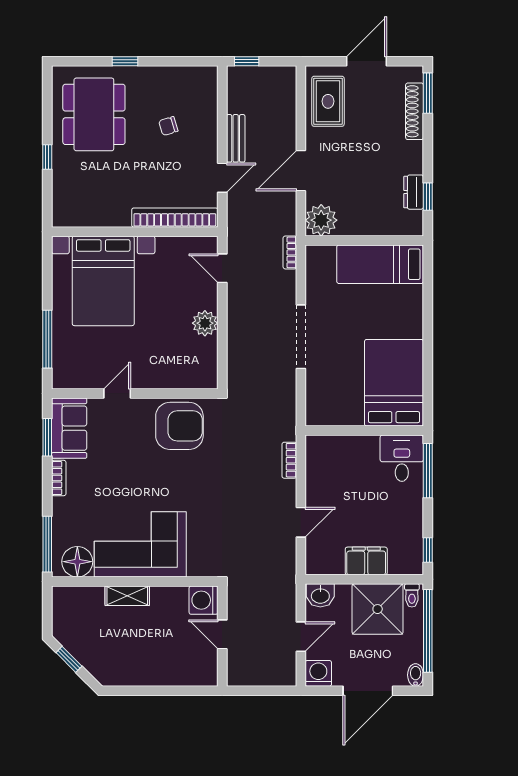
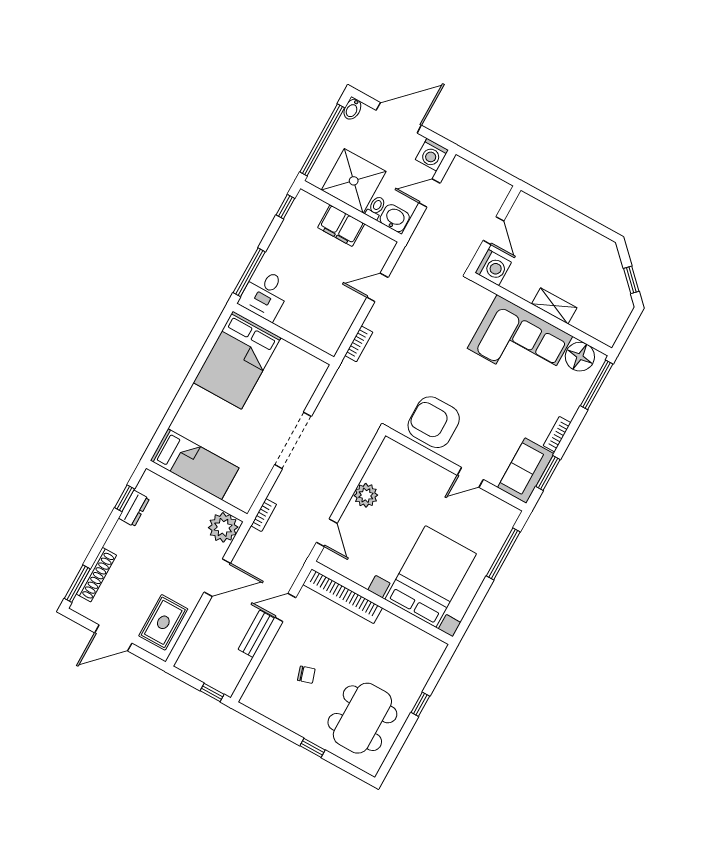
toilet: (412, 595) -> (376, 208), moved

